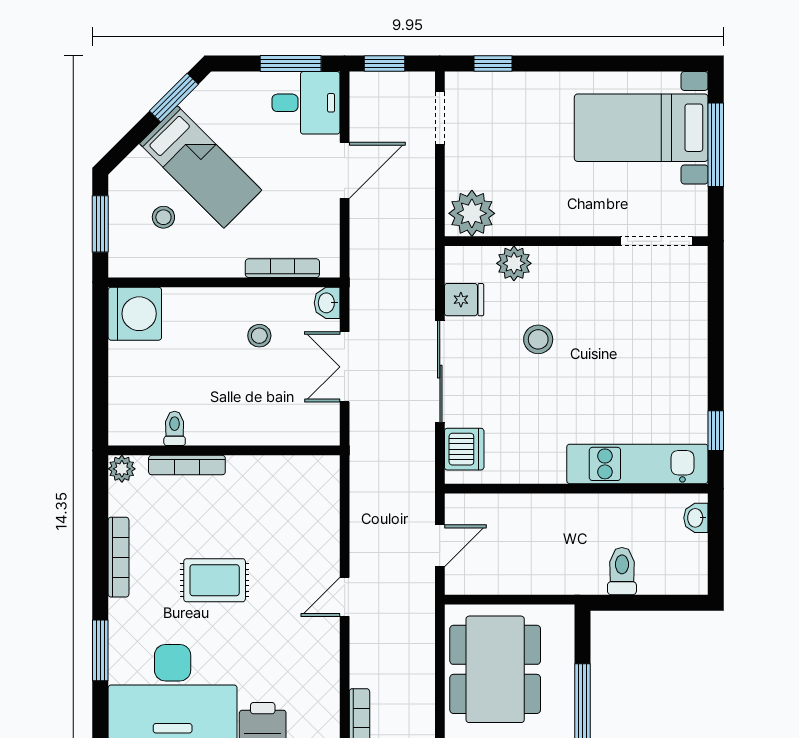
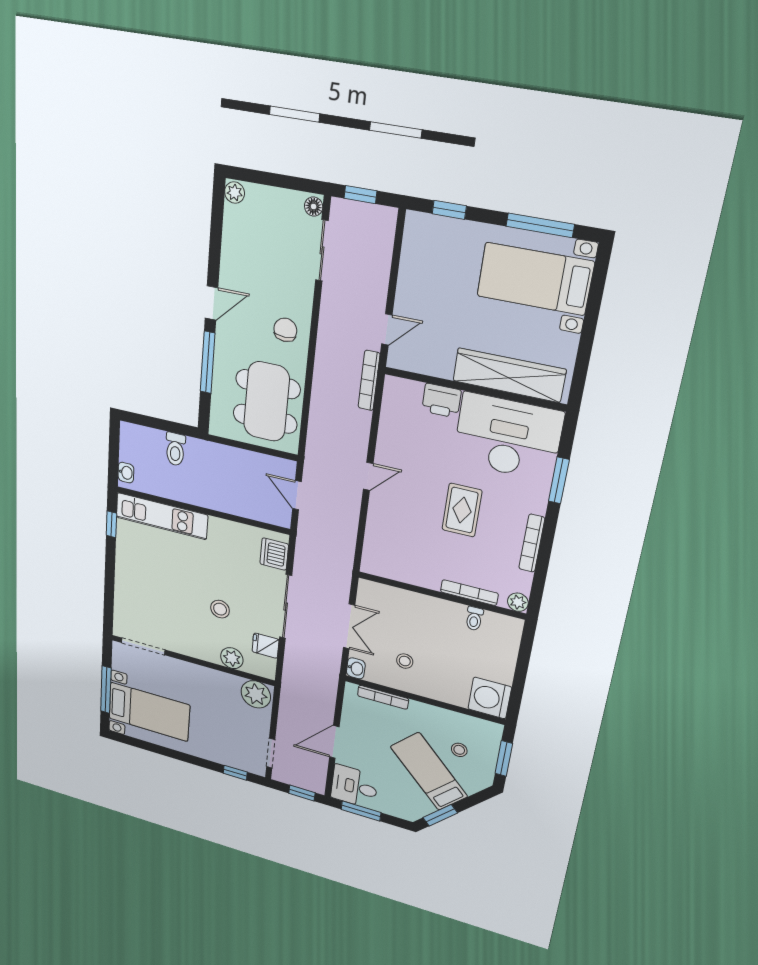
door: (440, 546) -> (297, 495), hinge flipped
rug: (215, 580) -> (462, 510), turned 90

